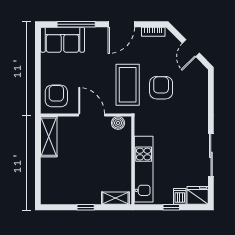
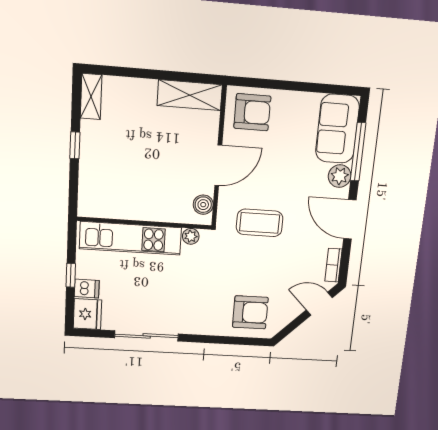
plant: (93, 35) -> (340, 176), added
door: (191, 48) -> (319, 304), moved
coffee table: (128, 85) -> (260, 223), width x0.73, depth x0.76
armchair: (161, 88) -> (250, 312), moved
plant: (140, 130) -> (191, 236), added
shelving: (115, 198) -> (91, 97), moved

